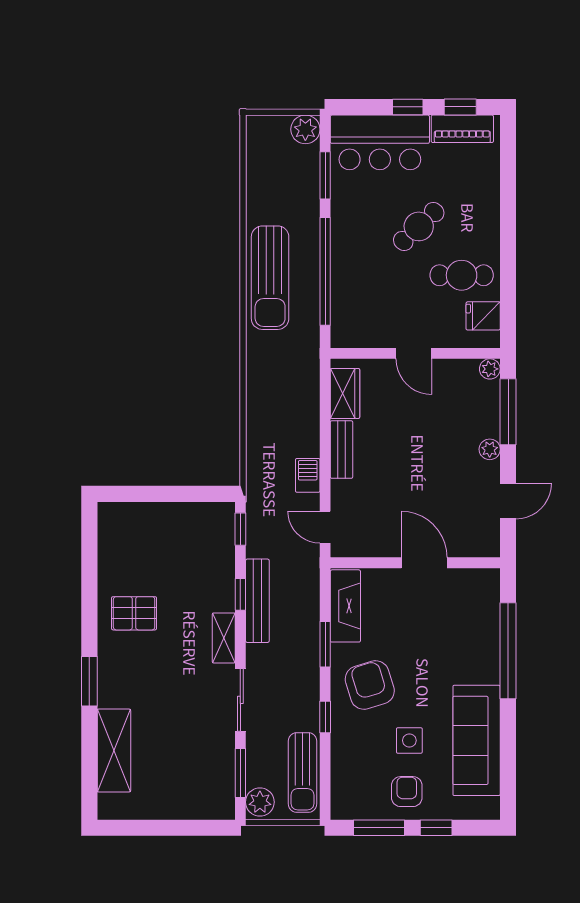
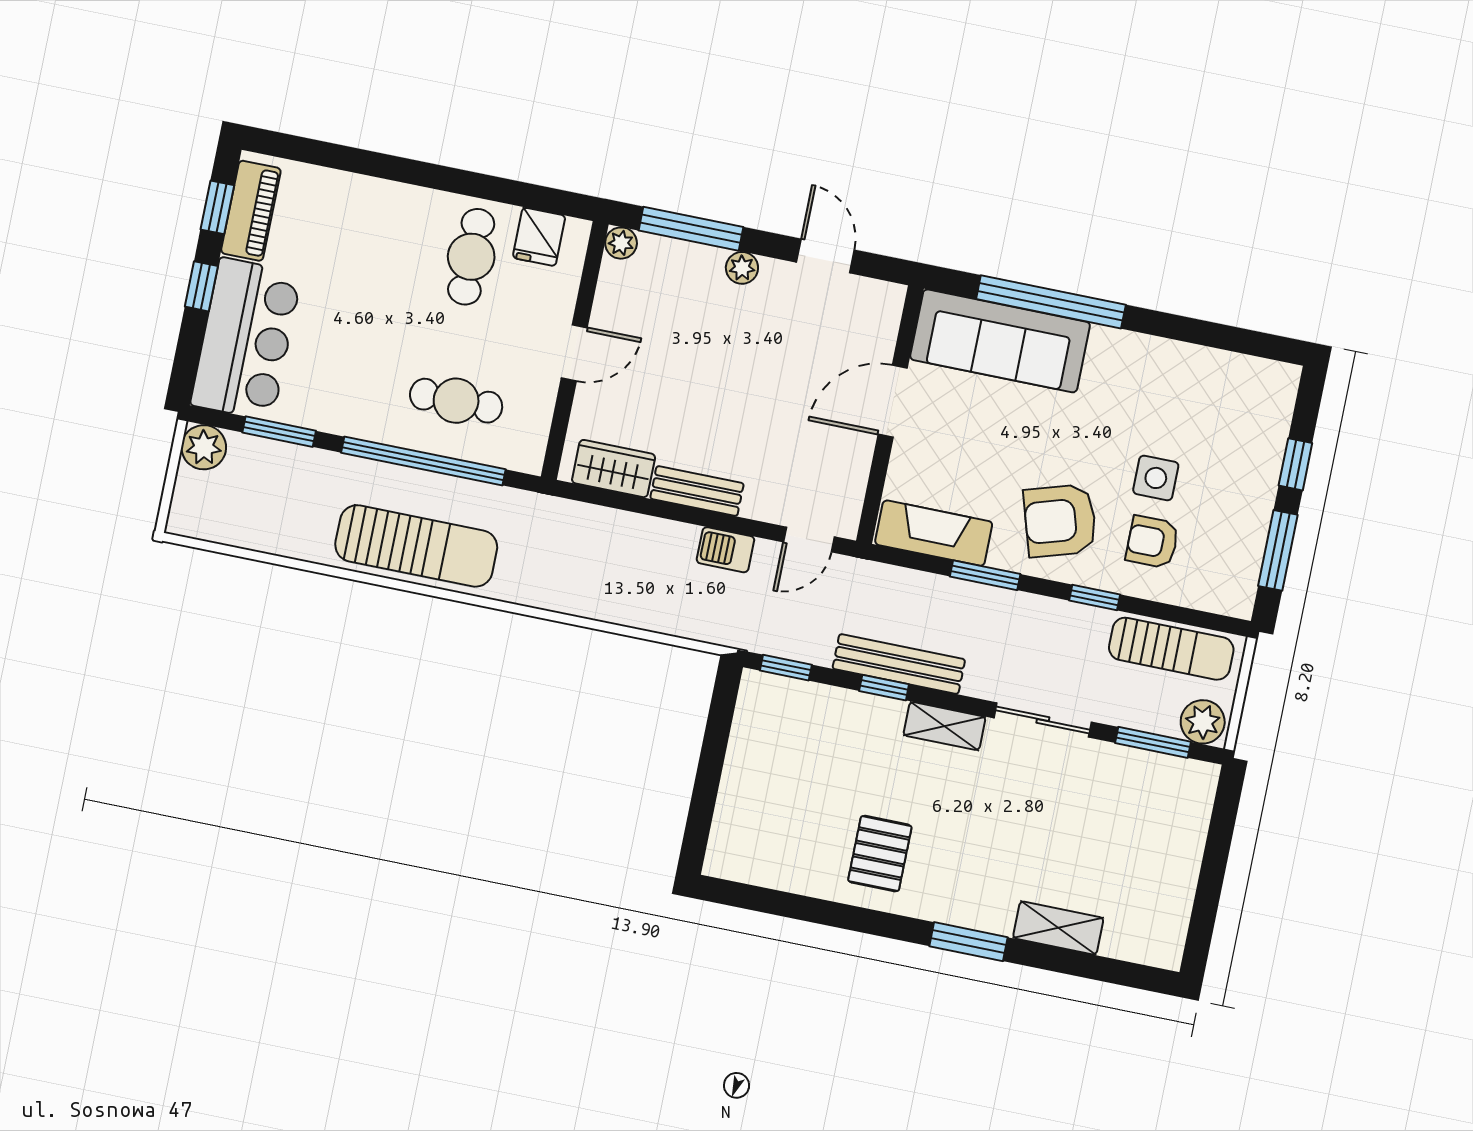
cafe table: (419, 226) -> (456, 401), moved, turned -47
sofa: (477, 740) -> (1000, 341), moved
shelving: (114, 751) -> (1058, 928), width x0.67, depth x0.75
armchair: (407, 792) -> (1152, 542), moved

